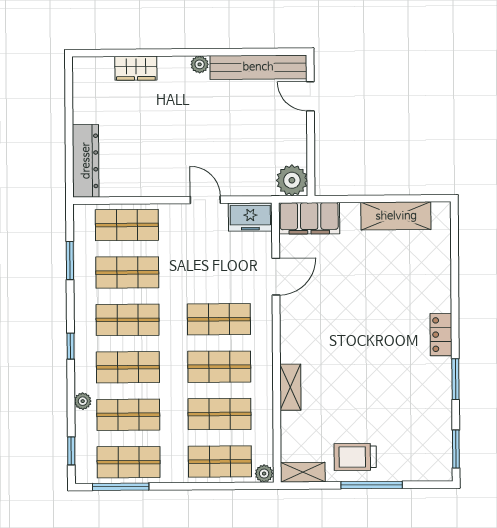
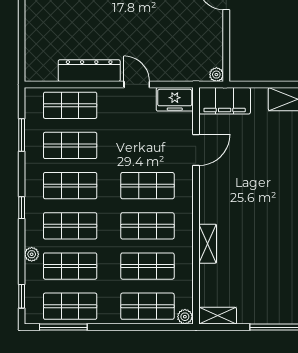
dresser: (86, 161) -> (89, 71), moved, turned -90
plant: (292, 180) -> (216, 75), width x0.53, depth x0.53
trolley: (355, 457) -> (262, 303), removed

